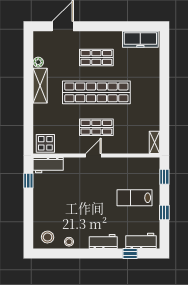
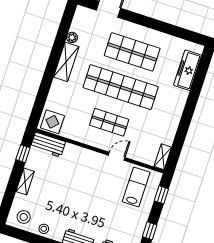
freezer: (140, 39) -> (188, 70), moved, turned 90
shop shelf: (96, 58) -> (132, 52), width x1.43, depth x1.36
door: (93, 156) -> (117, 156), moved
lab bench: (134, 198) -> (136, 187), moved, turned 90
shelving: (39, 205) -> (25, 181), added

